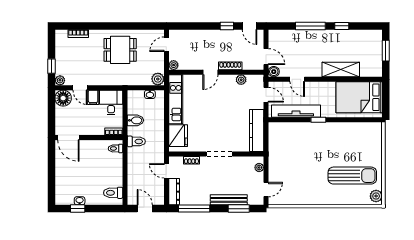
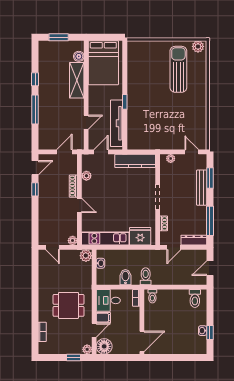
dining table: (120, 50) -> (69, 305), moved, turned 90
boiler: (274, 72) -> (79, 56), moved

